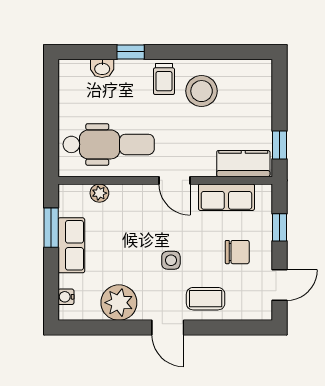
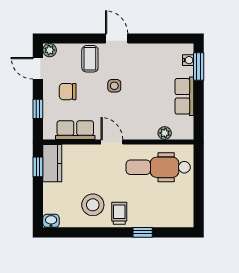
washbasin: (102, 68) -> (51, 221), moved
kitchen counter: (243, 164) -> (52, 163), moved, turned -90
window: (51, 228) -> (199, 67), moved
door: (280, 285) -> (38, 68), hinge flipped
coffee table: (206, 299) -> (90, 59), turned 90
plant: (119, 303) -> (50, 50), moved, width x0.53, depth x0.53

